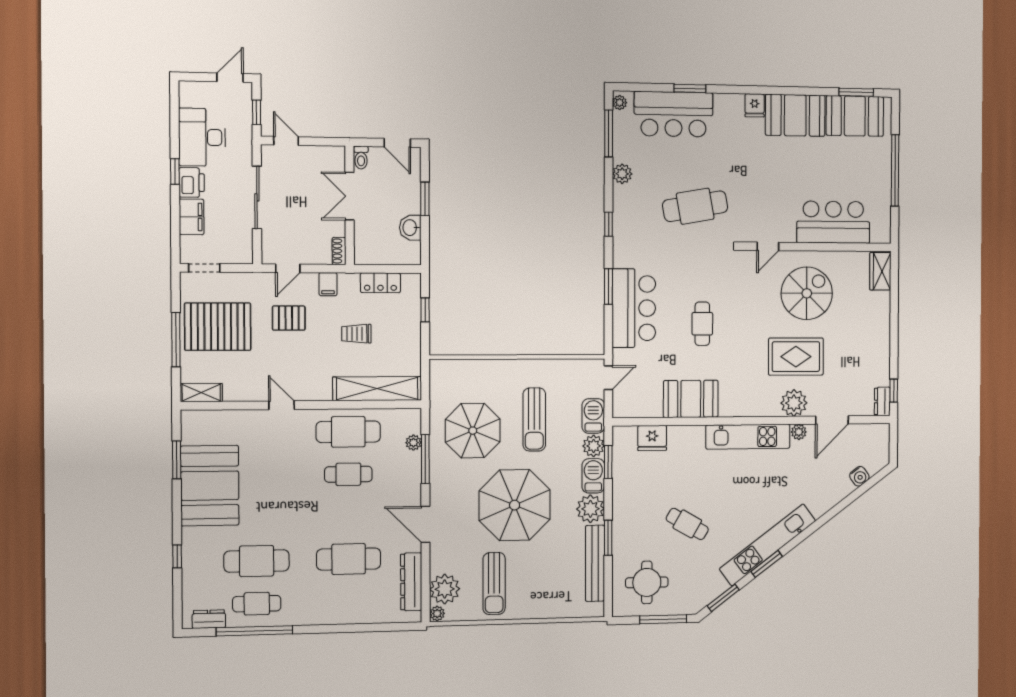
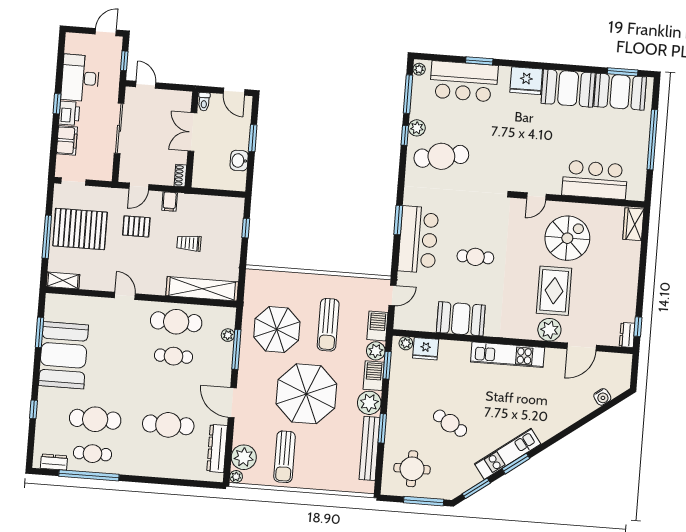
fridge: (755, 105) -> (526, 81), width x1.88, depth x1.34
cafe table: (695, 206) -> (441, 156), moved
window: (609, 224) -> (405, 135), moved
locker: (380, 283) -> (212, 203), removed
cafe table: (702, 324) -> (475, 257), turned 90
rug: (796, 357) -> (554, 291), turned 90
plant: (799, 432) -> (406, 343), moved
kitchen unit: (768, 545) -> (508, 454), width x0.73

